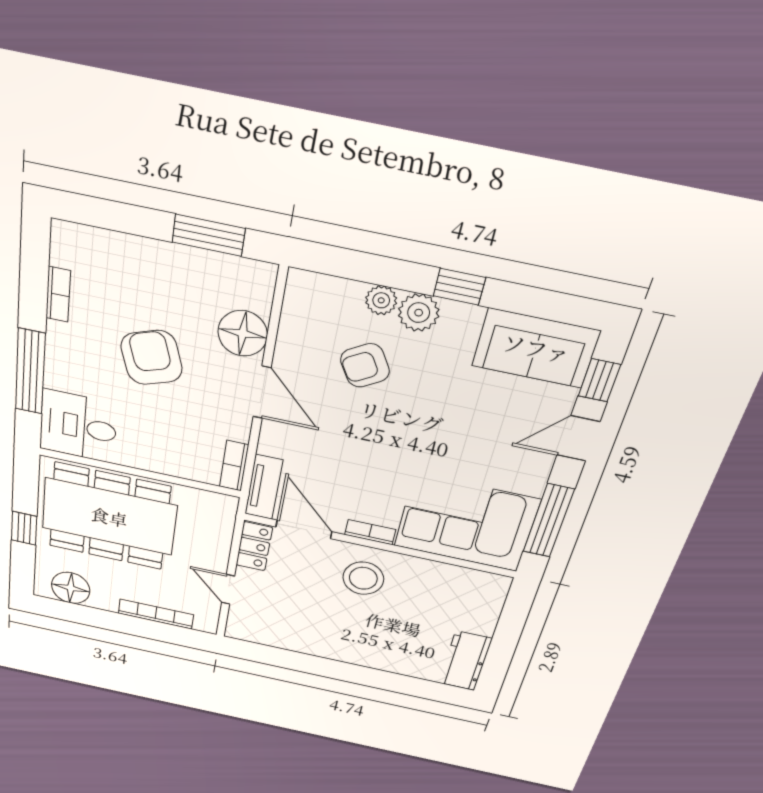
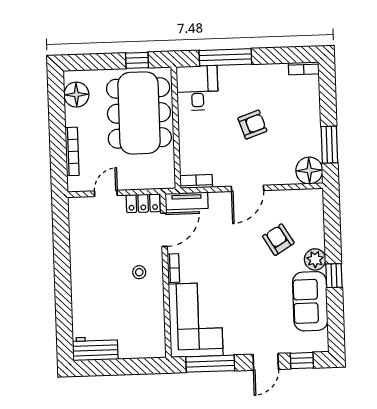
bookcase: (58, 294) -> (304, 68), moved
plant: (381, 300) -> (317, 239), removed
floor lamp: (243, 333) -> (309, 171), moved
sofa: (536, 348) -> (310, 301), moved
armchair: (151, 358) -> (252, 125), width x0.72, depth x0.72
door: (578, 438) -> (266, 362), swing flipped
window: (24, 528) -> (137, 60), moved
stool: (363, 578) -> (139, 272), width x0.53, depth x0.53

